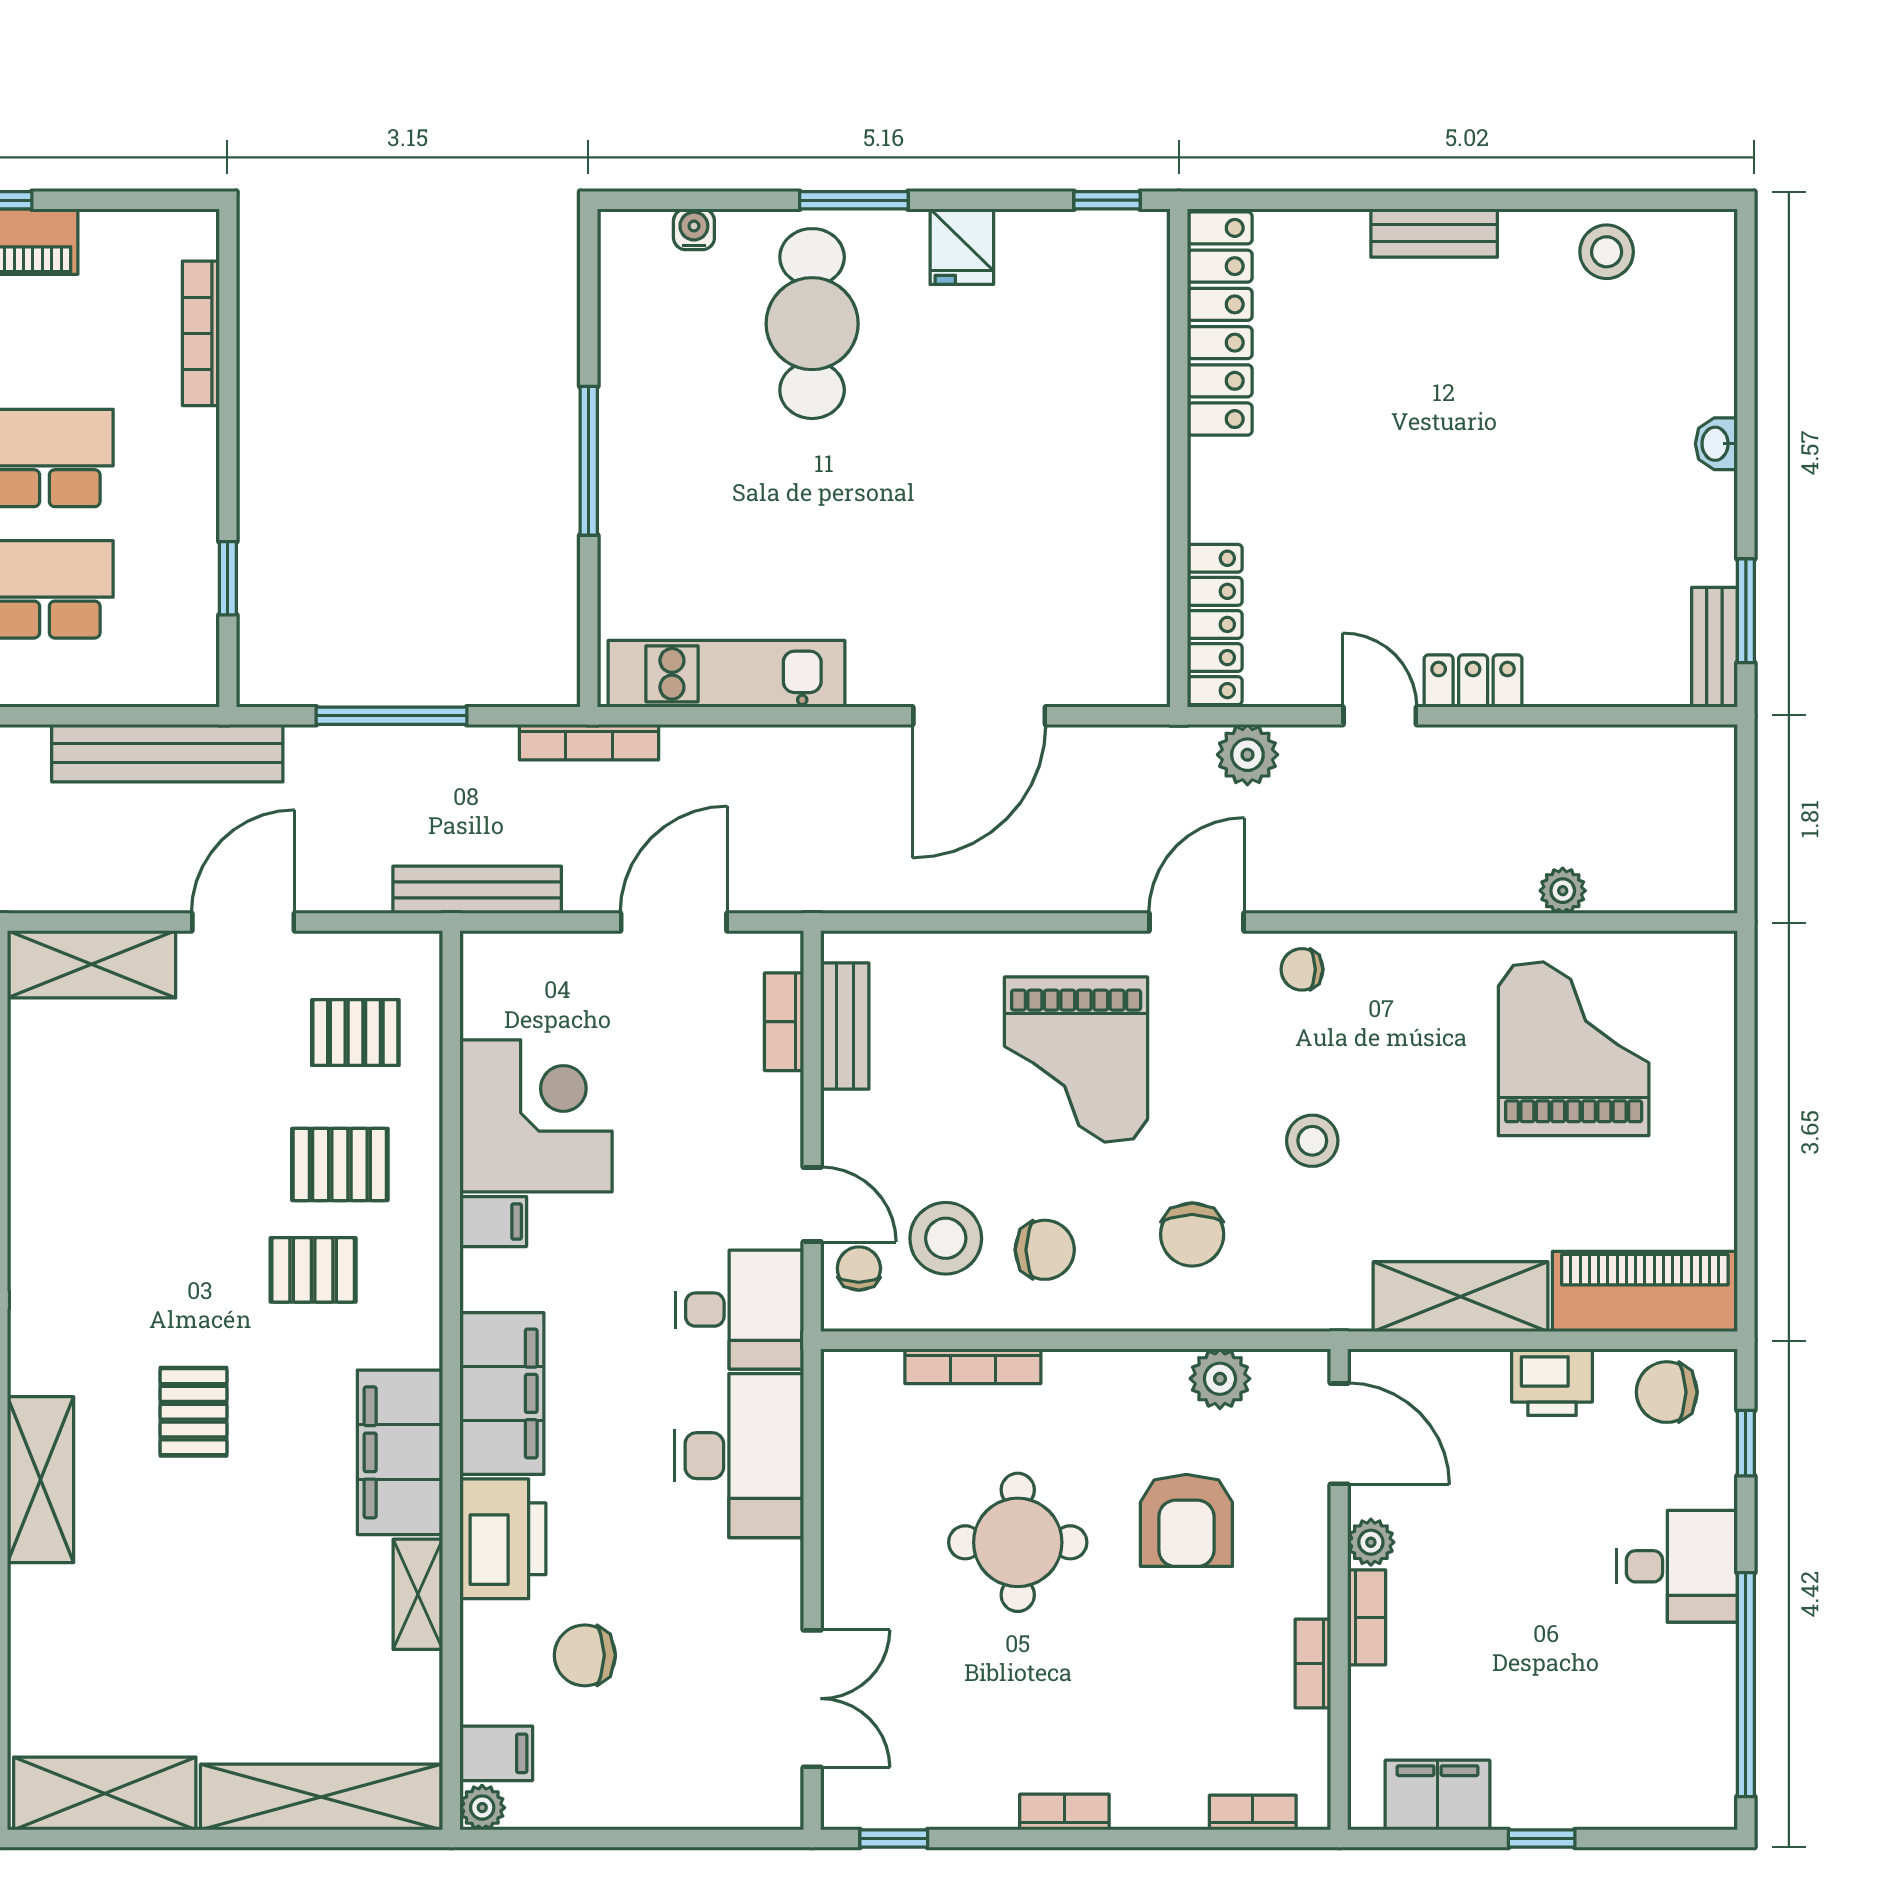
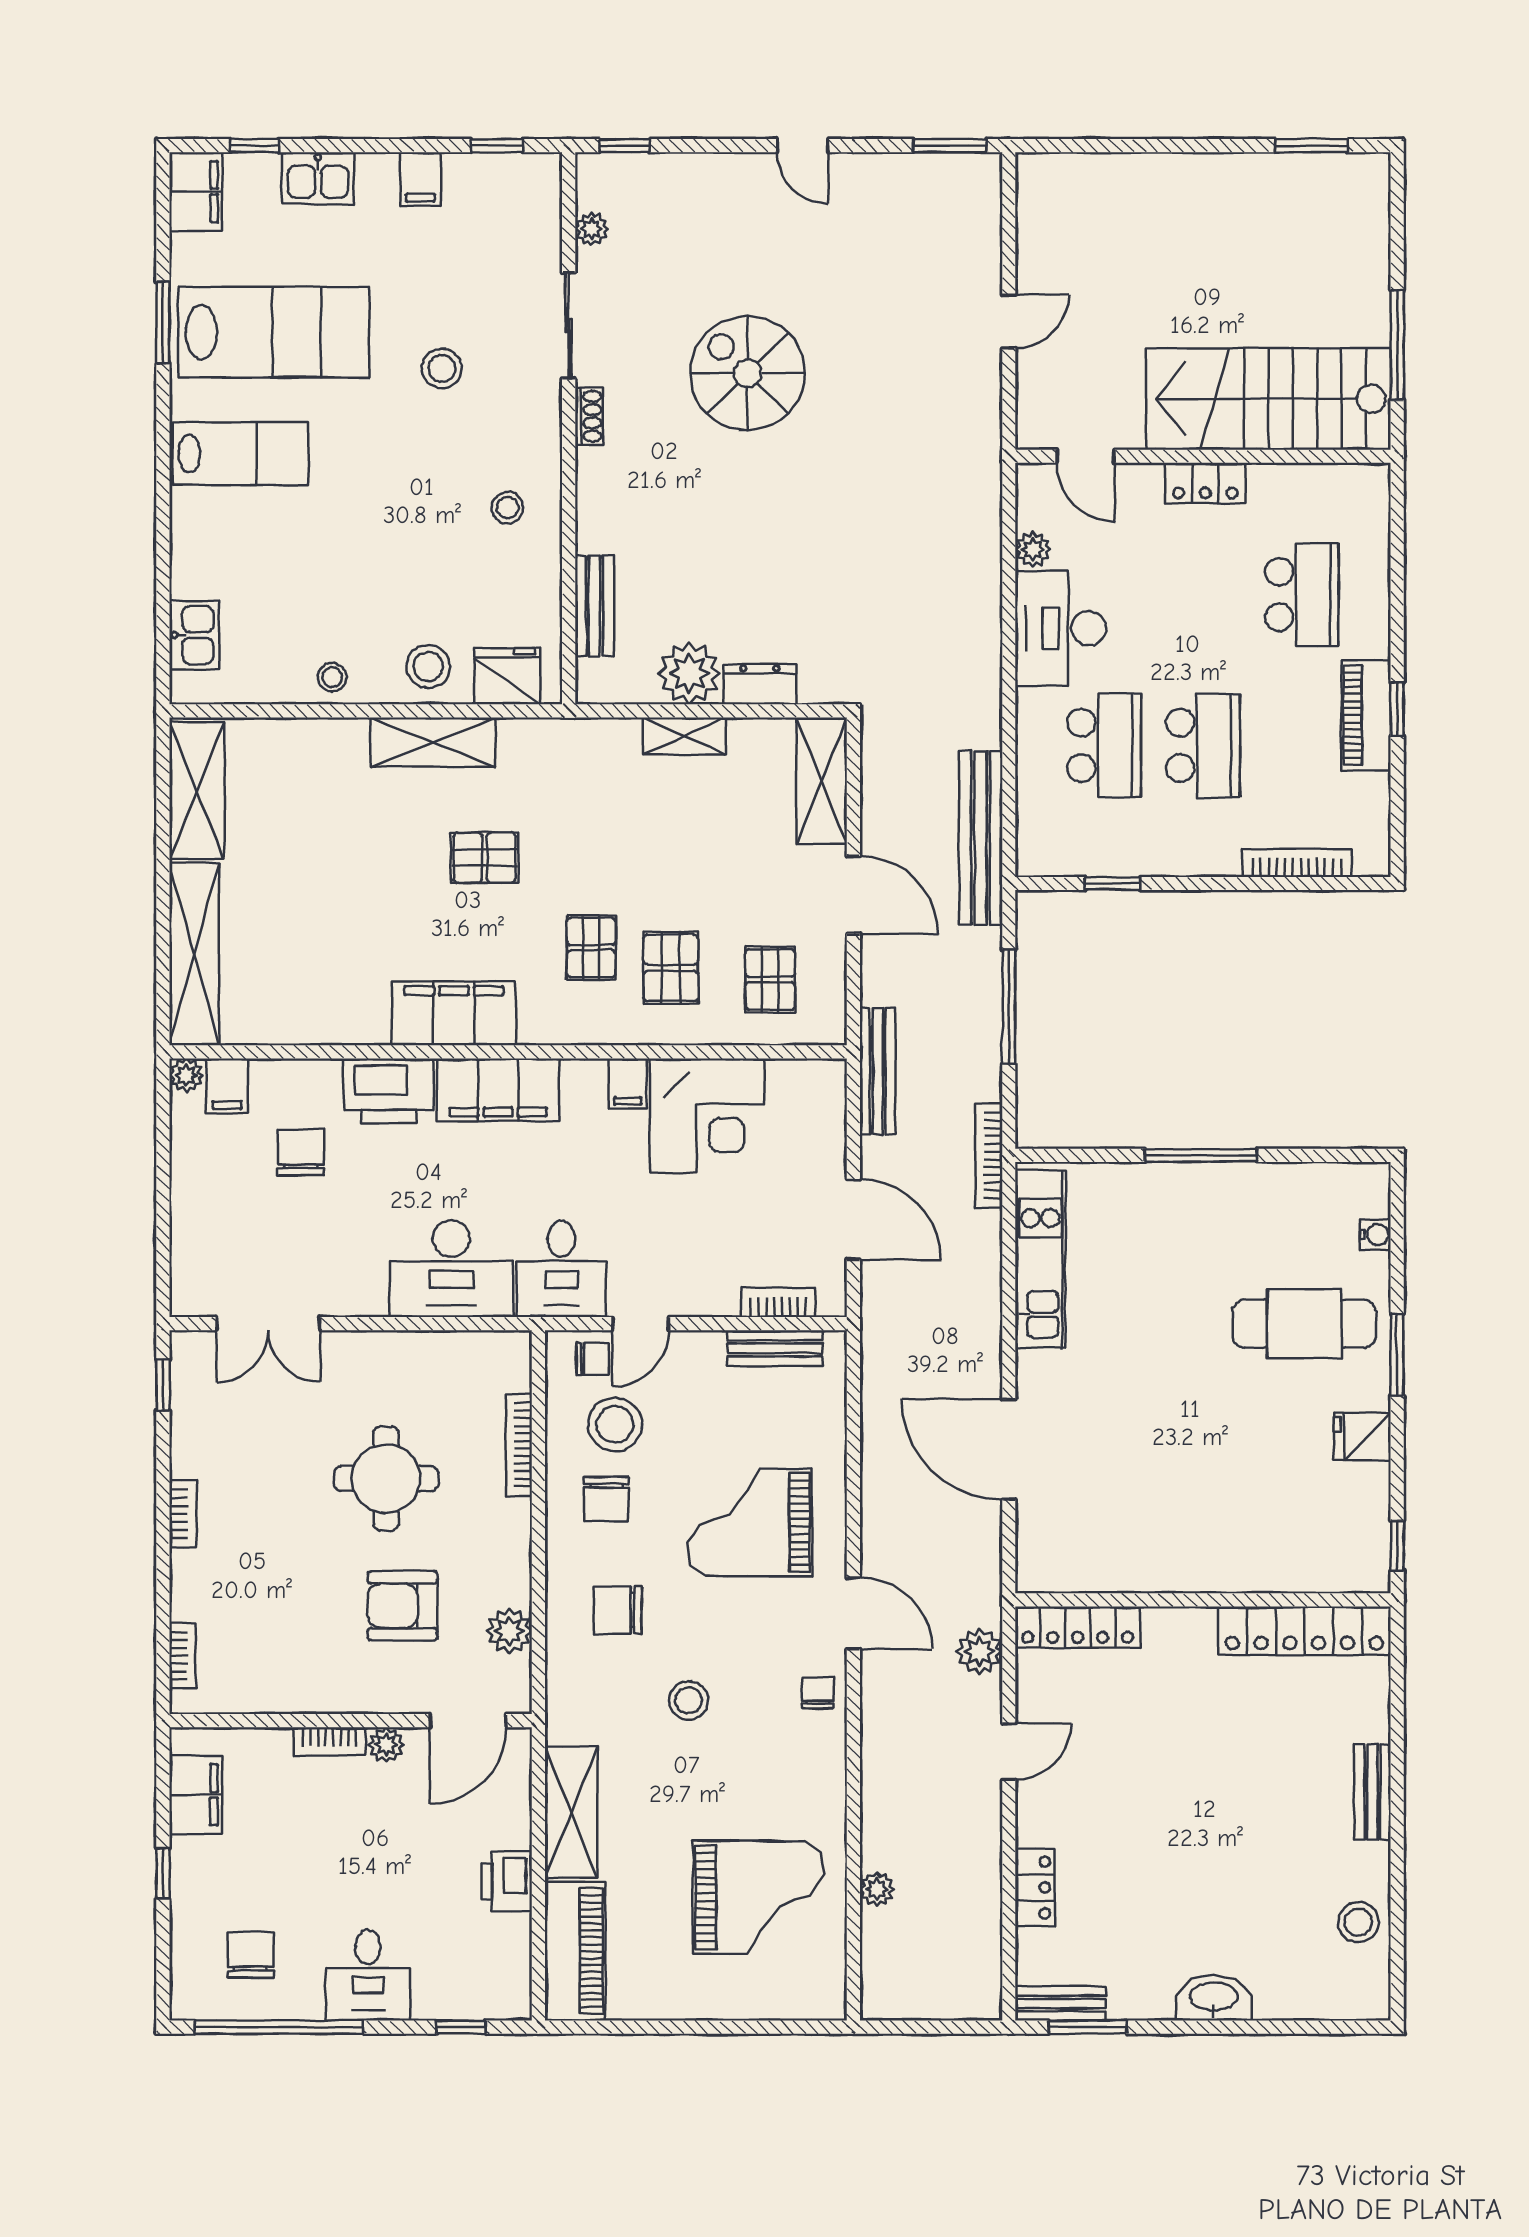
washbasin: (1716, 444) -> (1214, 1998), width x1.91, depth x1.45
locker: (1473, 681) -> (1035, 1888), moved
chair: (1667, 1392) -> (251, 1955), moved
shelving: (418, 1594) -> (684, 736), moved
bookcase: (1313, 1663) -> (295, 1701), removed

